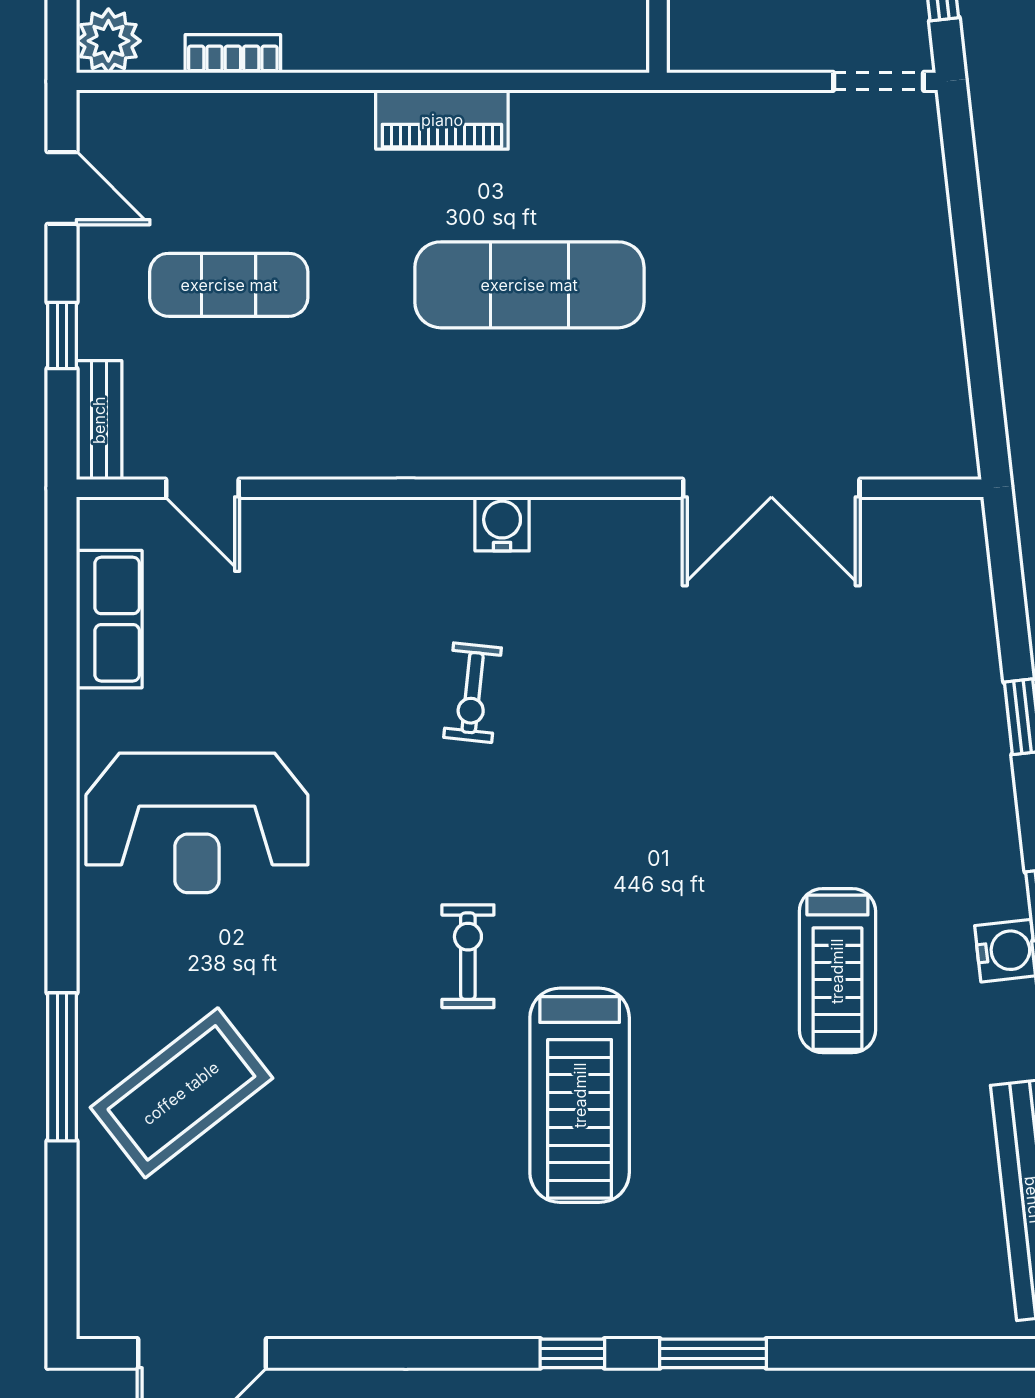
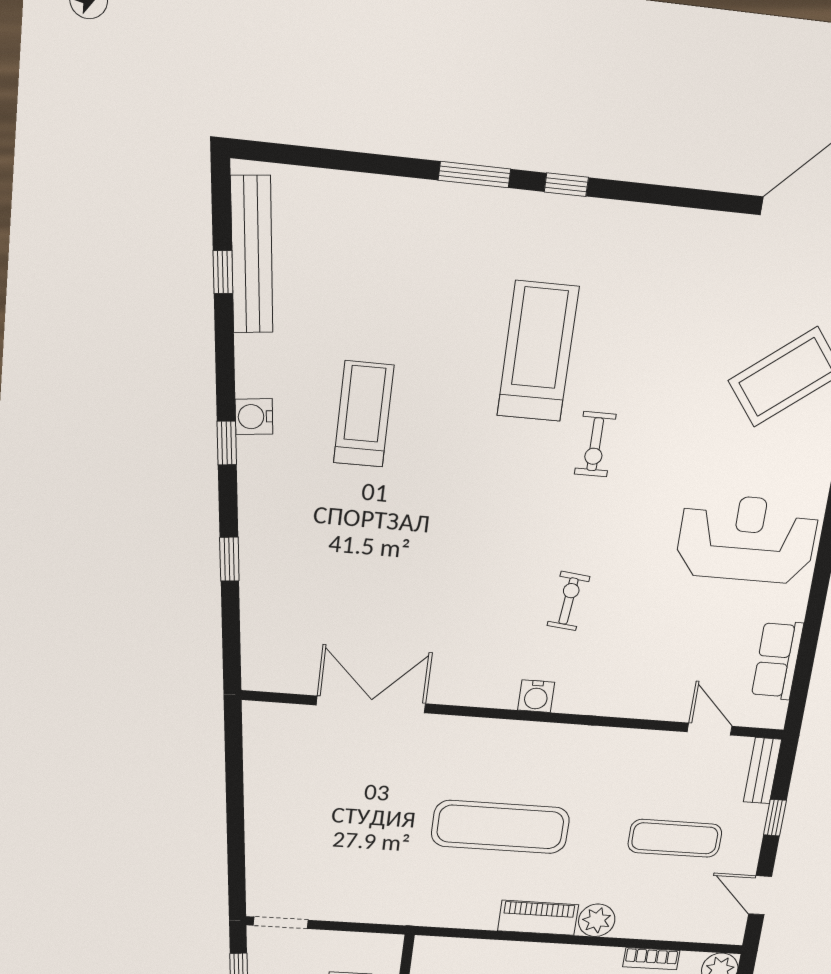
plant: (340, 121) -> (597, 920), added

